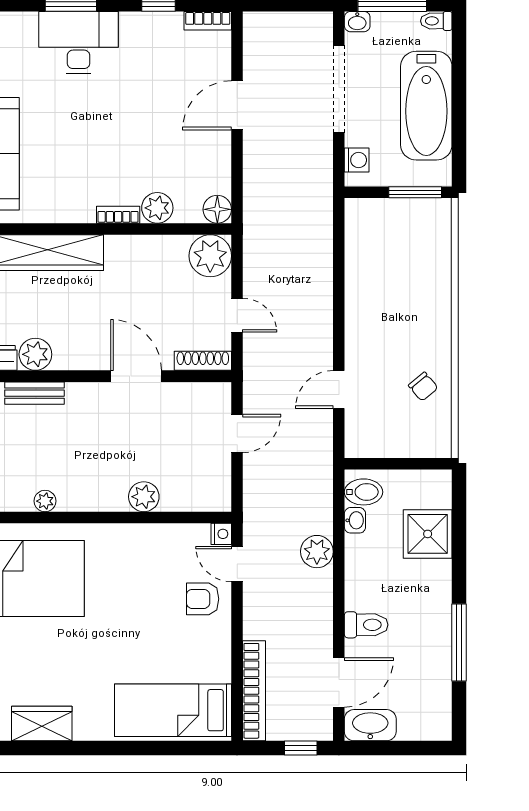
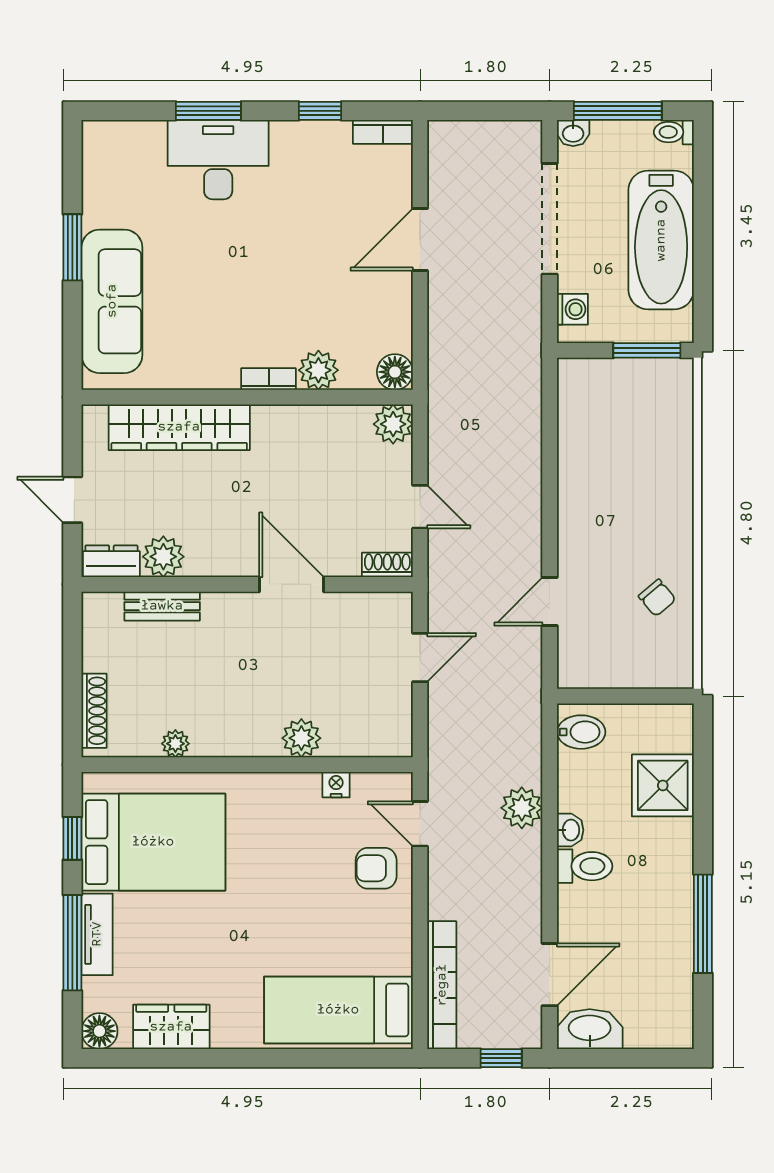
plant: (210, 256) -> (393, 424), width x0.73, depth x0.73
shoe rack: (203, 361) -> (387, 565), width x0.70
washbasin: (355, 520) -> (570, 830), moved
nightstand: (221, 534) -> (336, 785), moved, turned -90
toilet: (366, 625) -> (585, 866), moved

